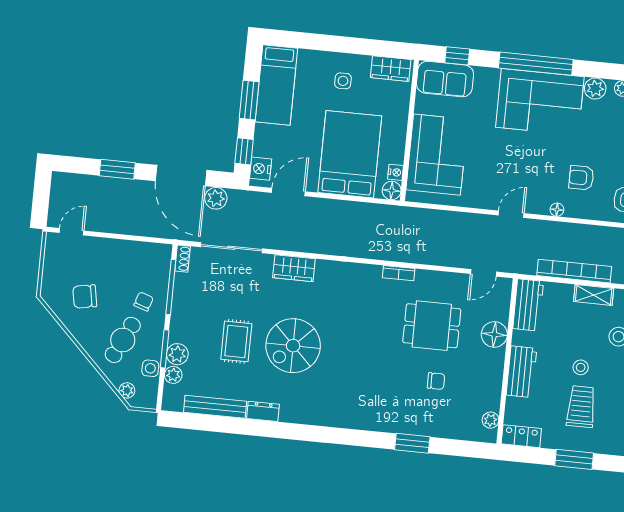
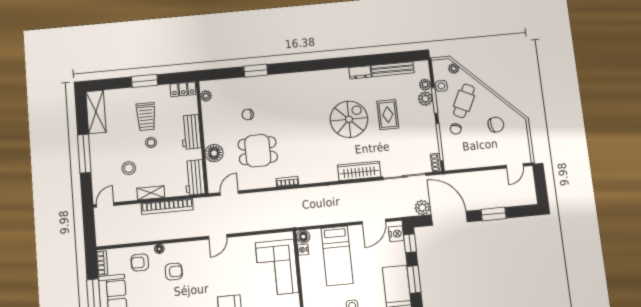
bed: (350, 154) -> (337, 256), width x0.67
floor lamp: (557, 210) -> (159, 249), moved
wardrobe: (294, 268) -> (359, 171), width x1.50

